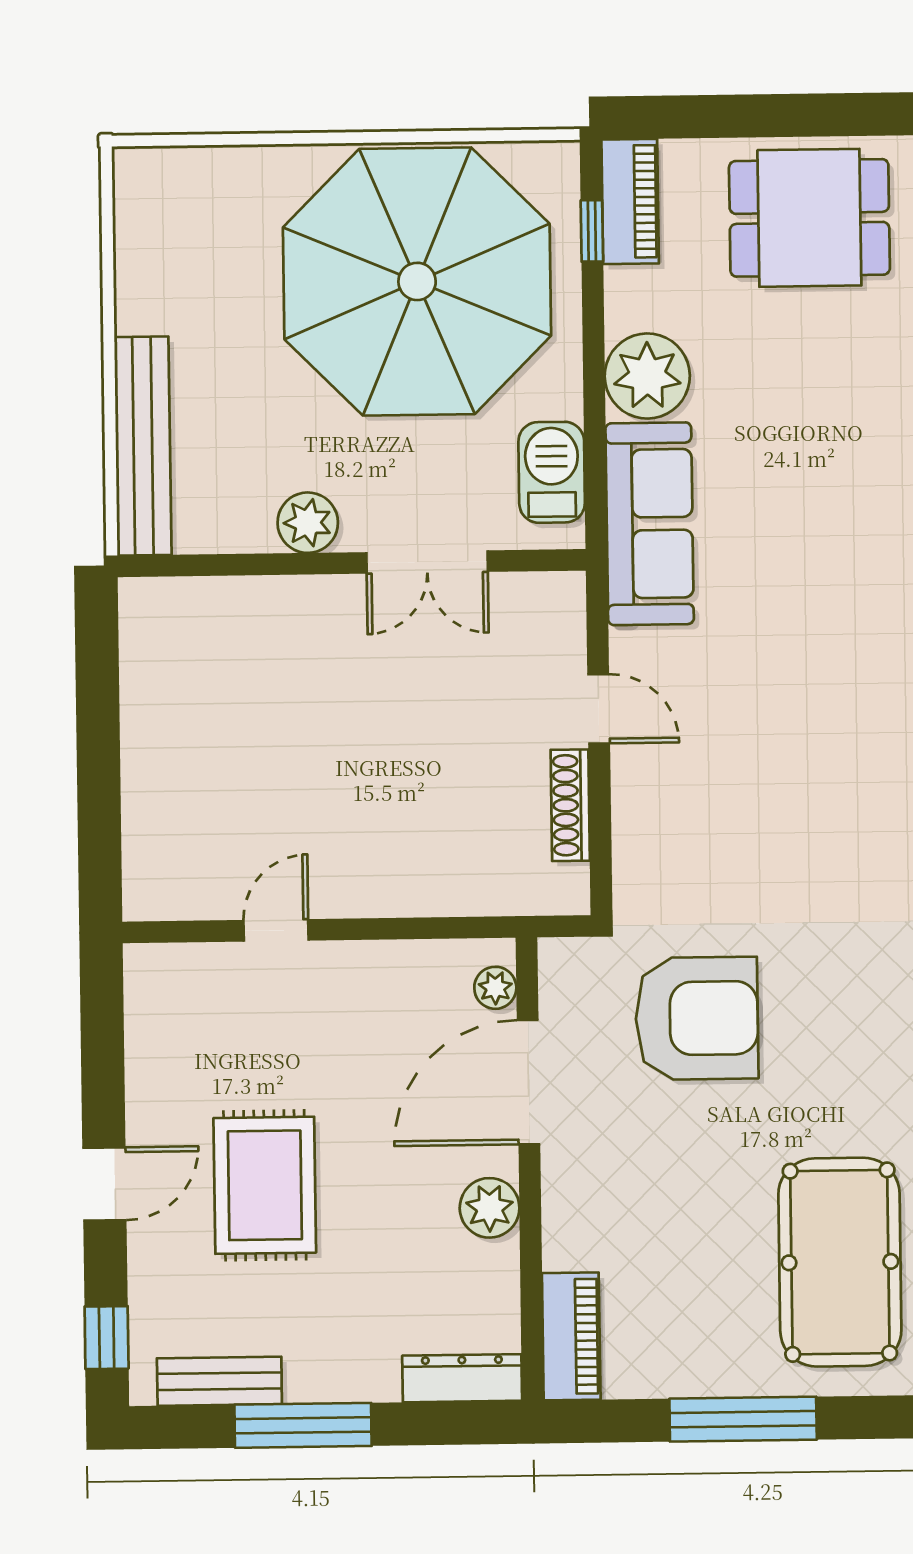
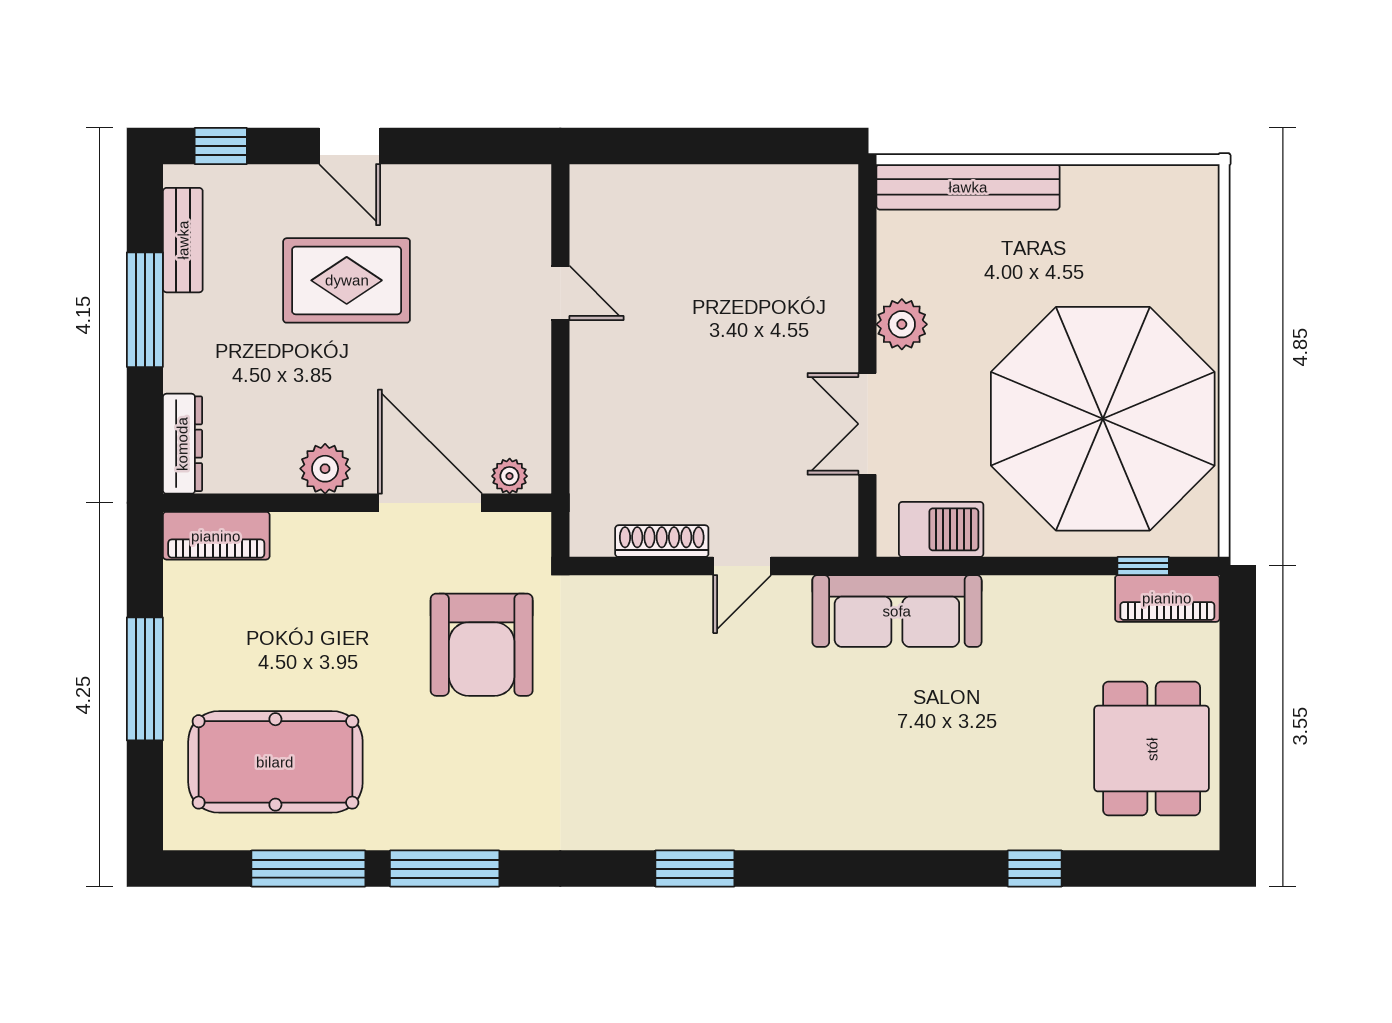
plant: (647, 376) -> (1021, 611), removed

